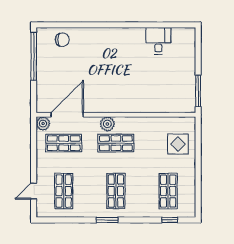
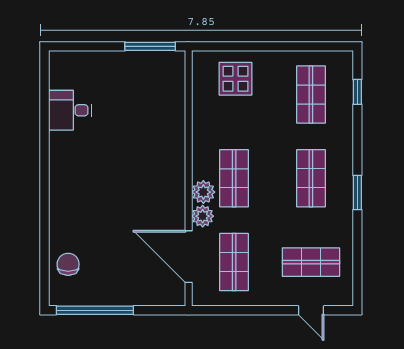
plant: (43, 124) -> (203, 216), moved
shop shelf: (116, 191) -> (311, 178), turned 90
shop shelf: (168, 191) -> (311, 95), turned 90

